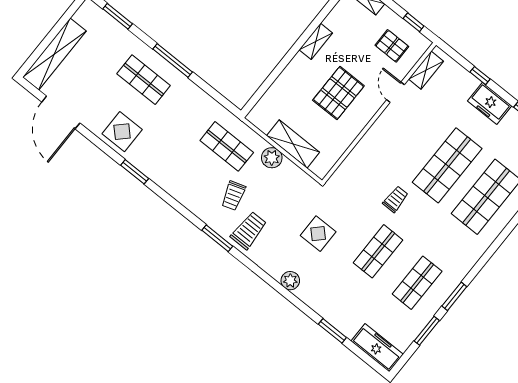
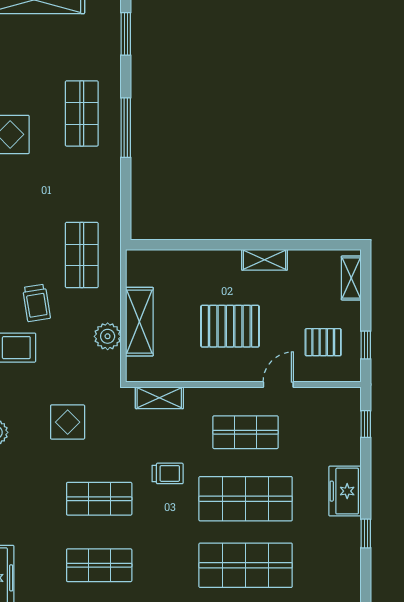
pallet: (392, 46) -> (323, 342), turned 90
shelving: (426, 70) -> (159, 398), moved
window: (480, 76) -> (366, 424), moved
shop shelf: (408, 134) -> (246, 432), added
plant: (272, 158) -> (108, 336), moved
trolley: (233, 196) -> (36, 303), turned -81

